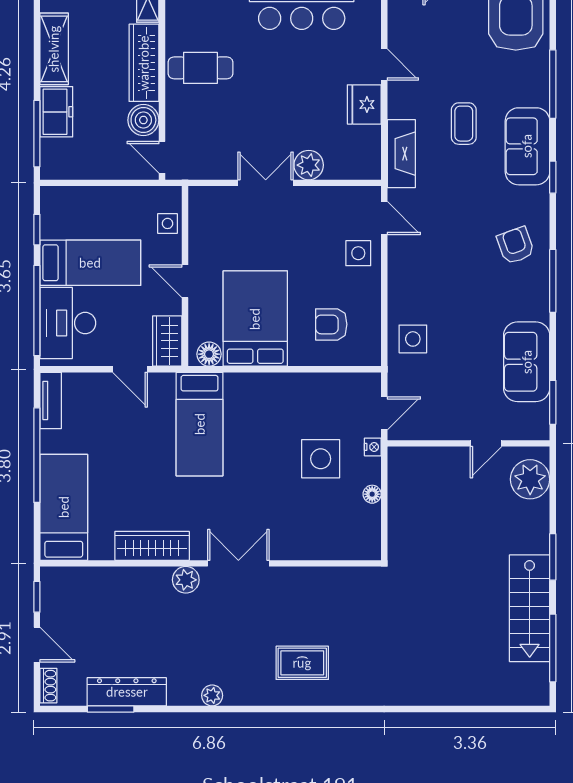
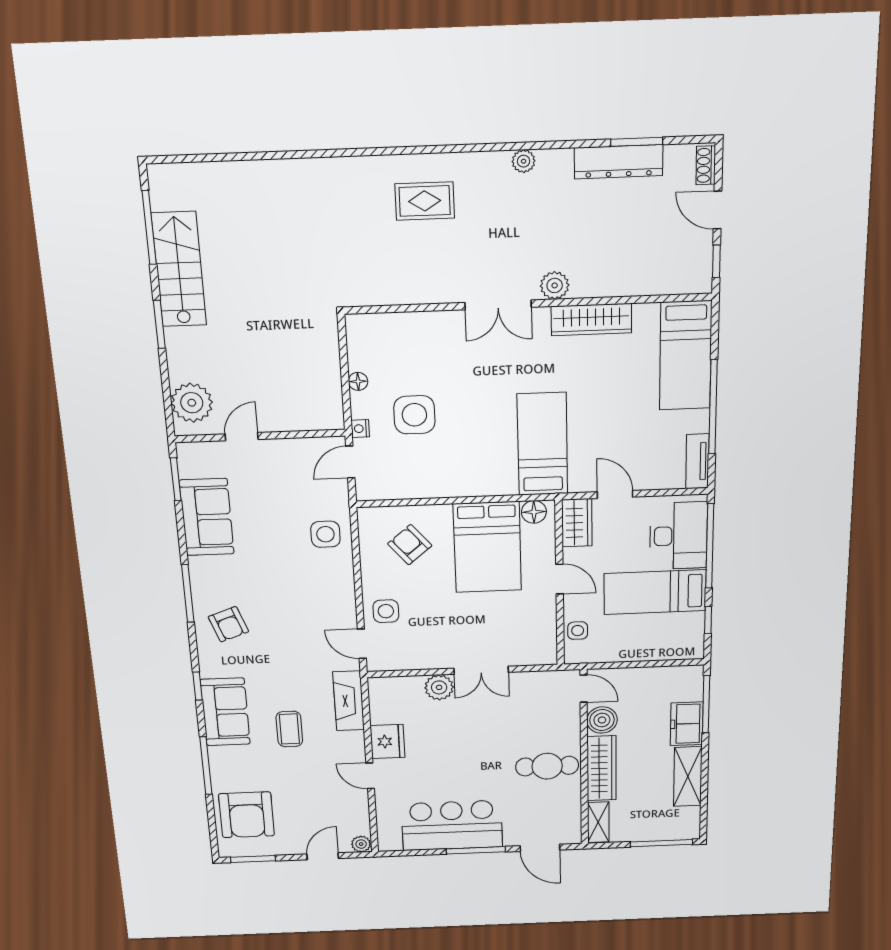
armchair: (331, 324) -> (410, 545), turned -130

